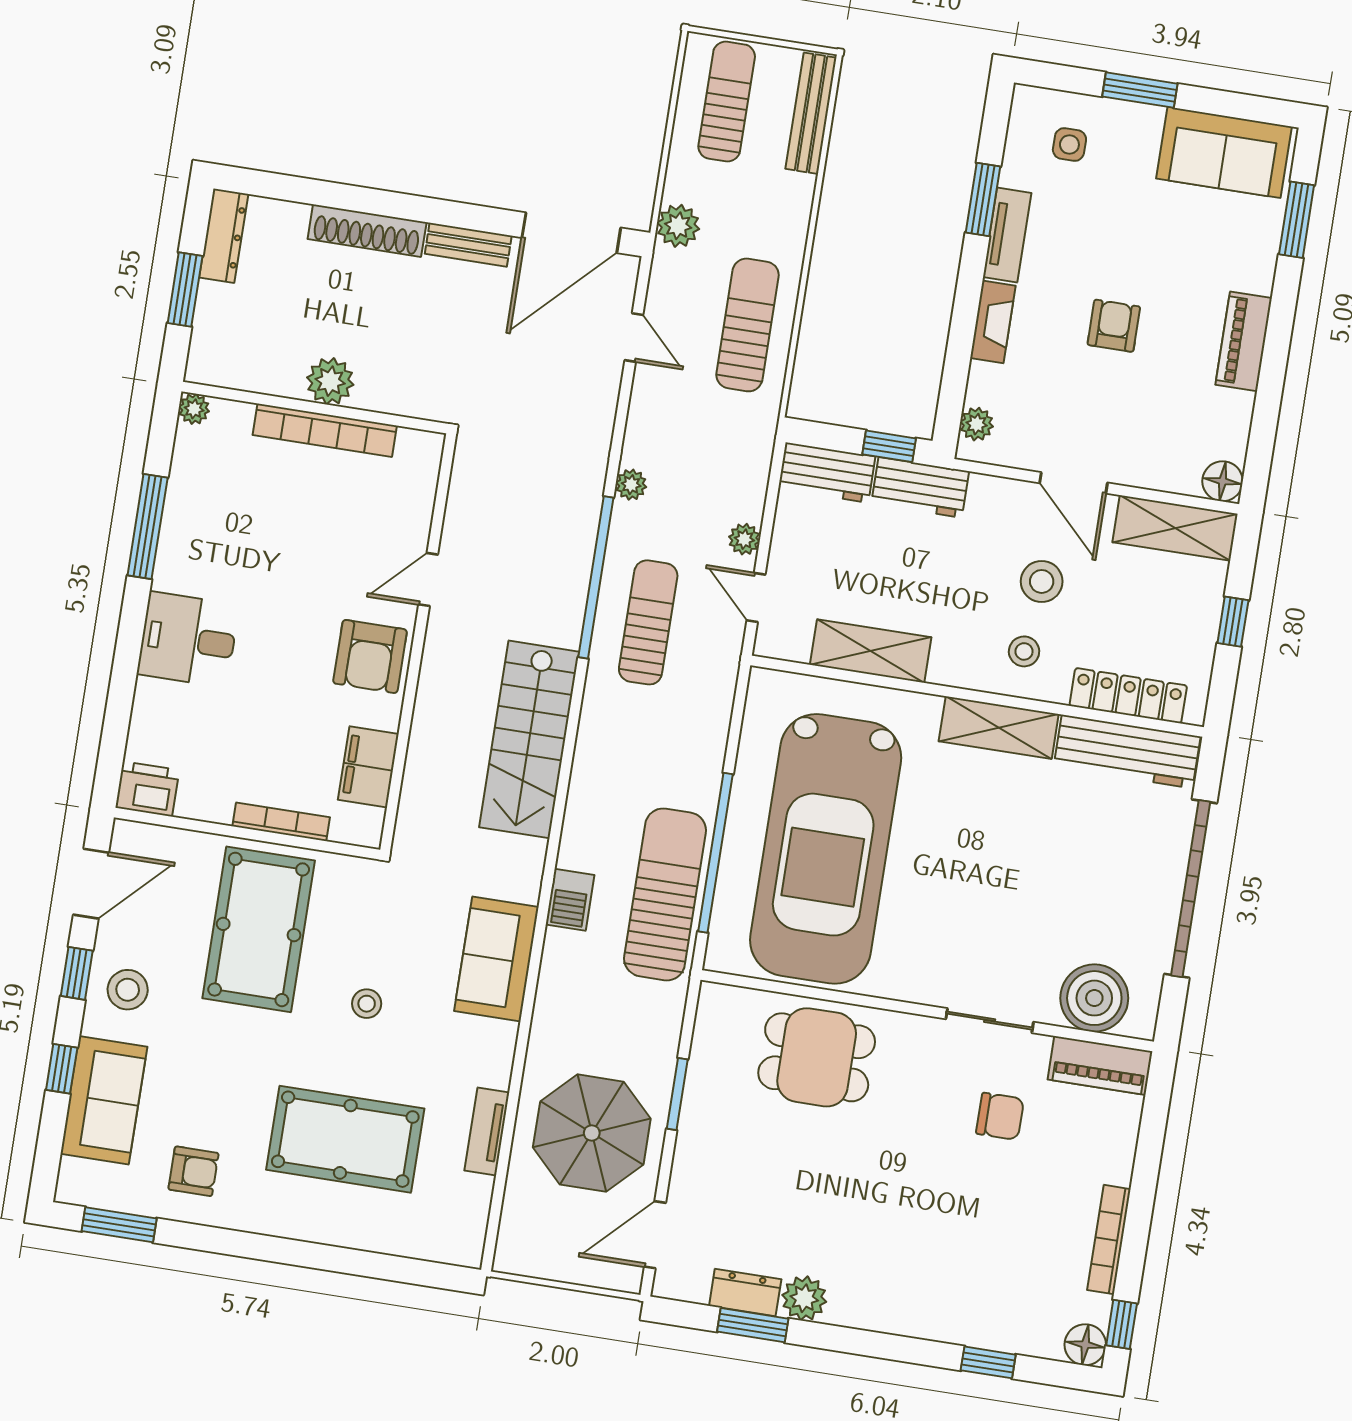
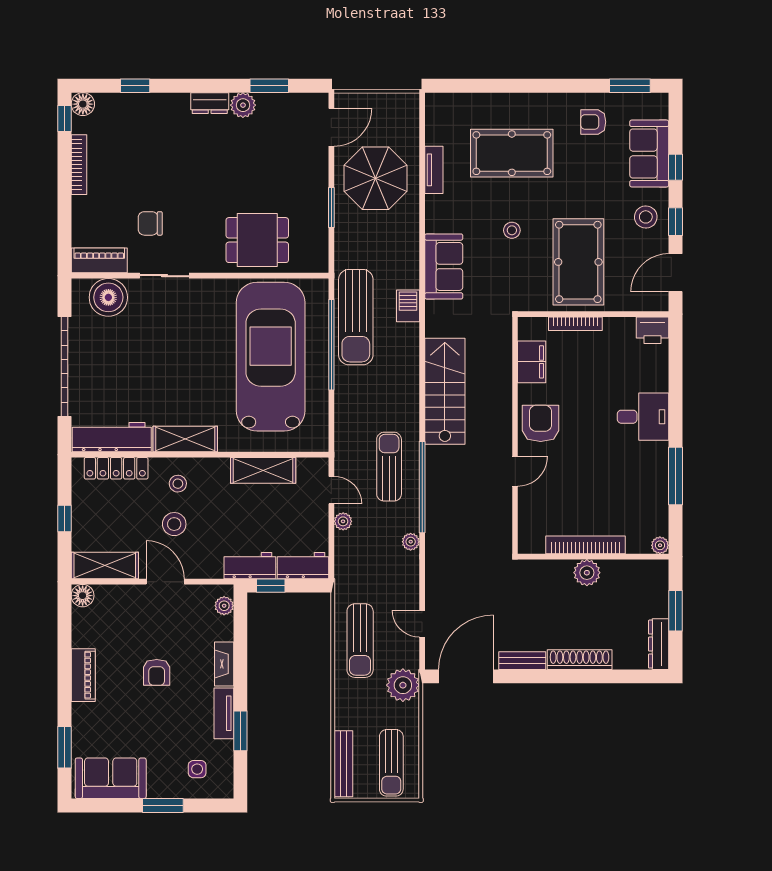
plant: (678, 226) -> (403, 685), width x1.36, depth x1.36
sun lounger: (648, 622) -> (389, 467), turned 180
dresser: (745, 1293) -> (210, 103), moved

